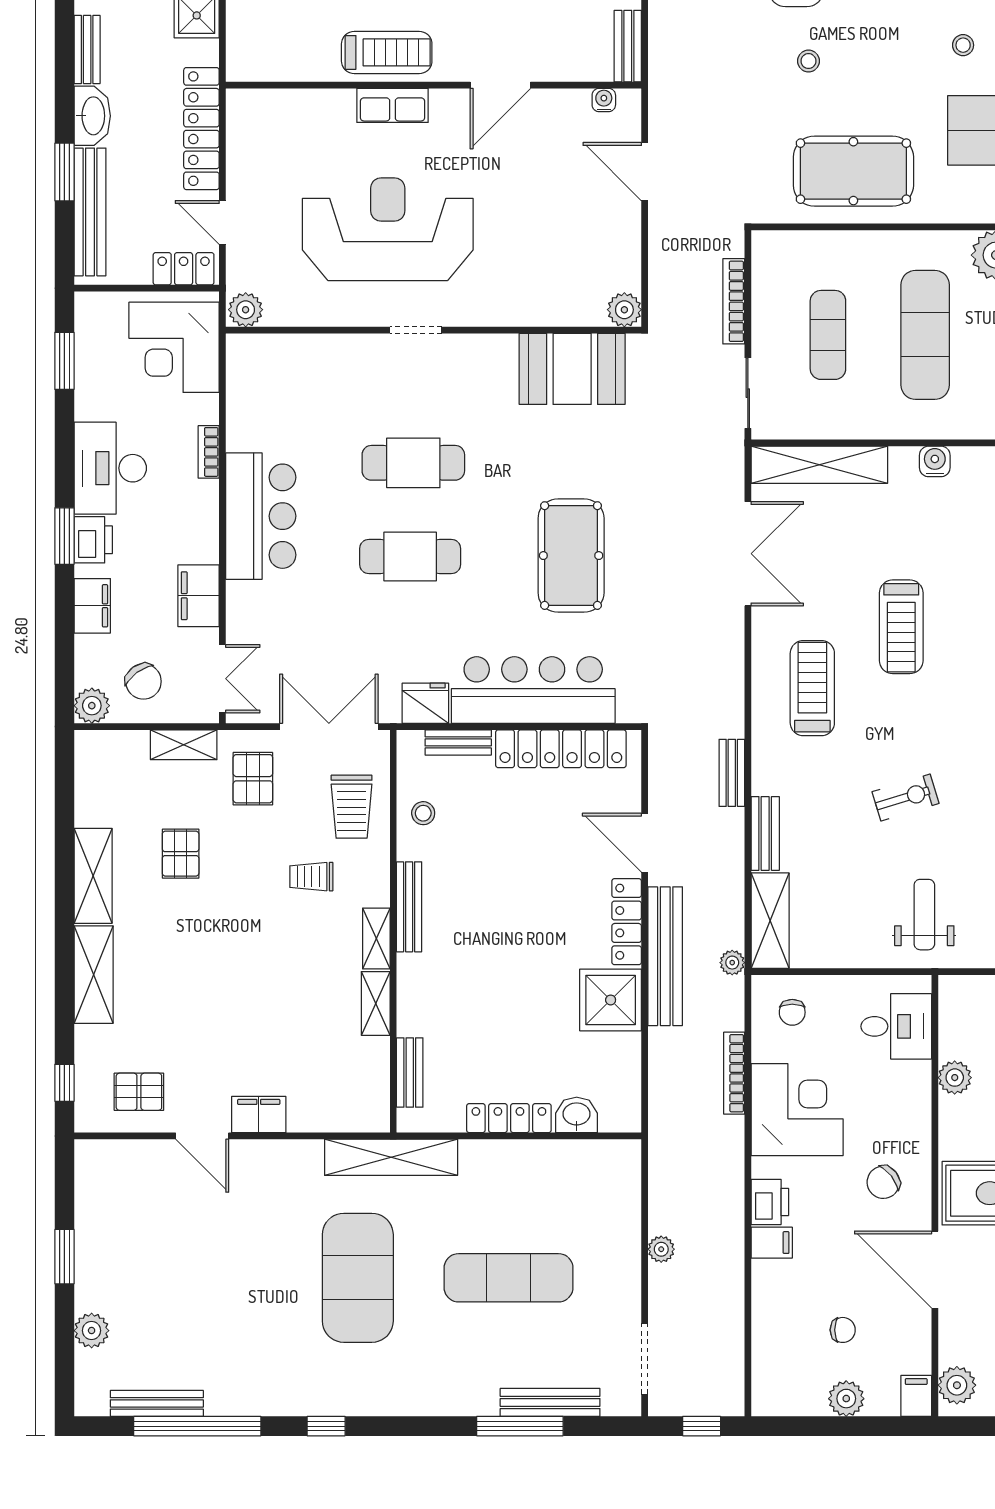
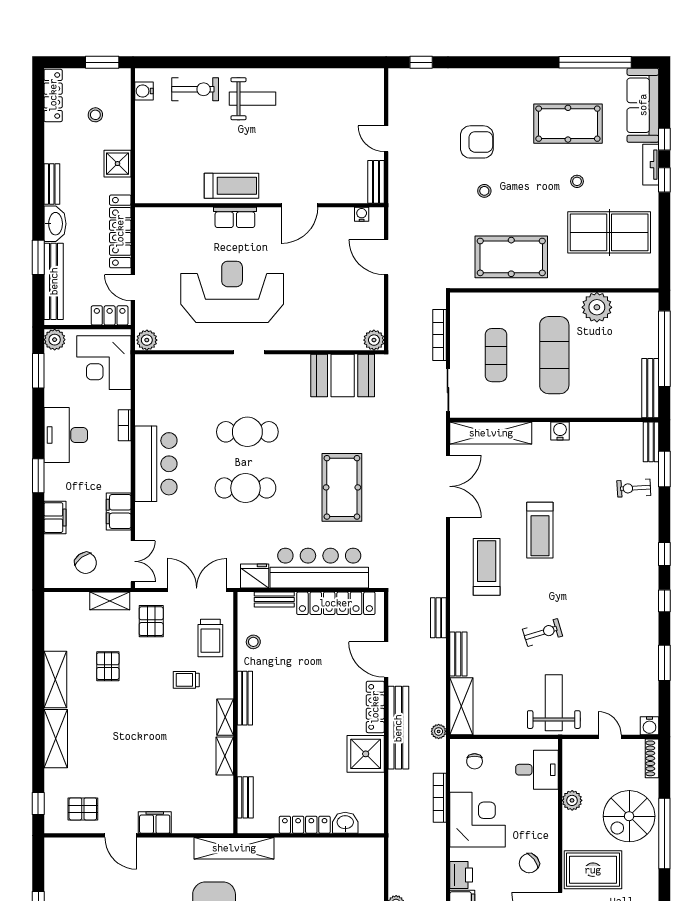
printer: (93, 540) -> (55, 478), removed
plant: (92, 706) -> (55, 340), moved
weight bench: (924, 915) -> (554, 703), width x1.36, depth x1.33

